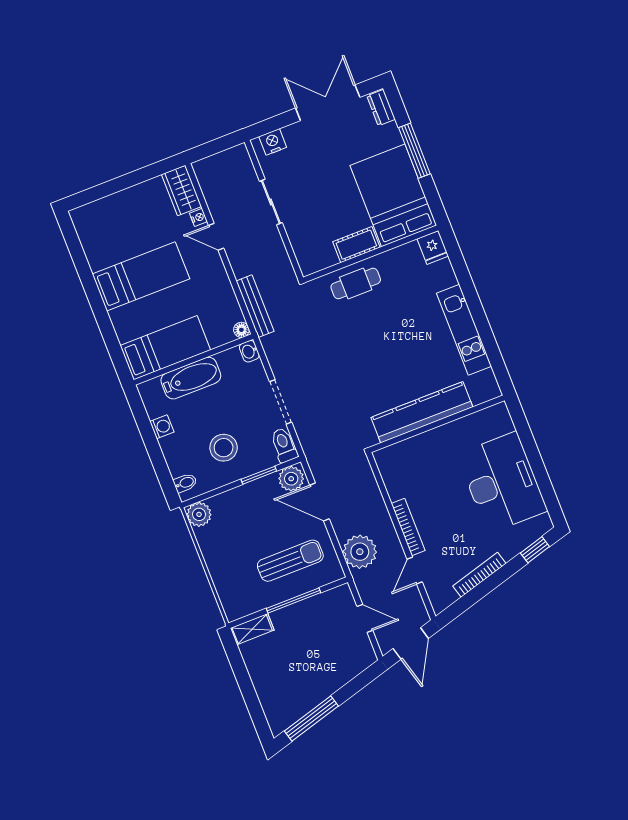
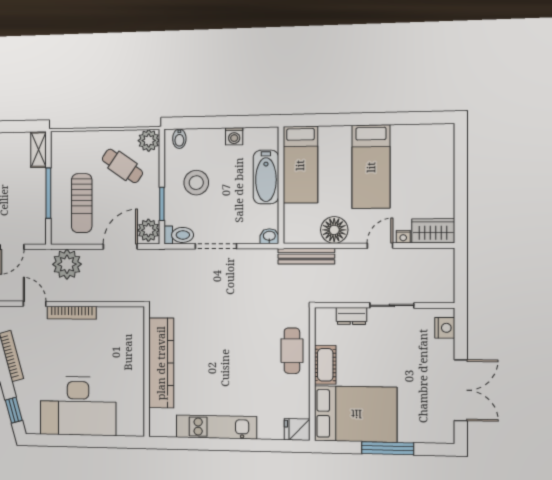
dresser: (381, 108) -> (351, 316), moved, turned 180
floor lamp: (241, 330) -> (334, 230), moved, width x1.89, depth x1.89
cafe table: (236, 532) -> (122, 166), added

